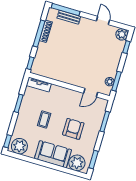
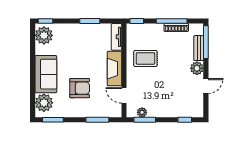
plant: (122, 34) -> (197, 68), moved
rug: (64, 65) -> (145, 58), added
fireplace: (65, 94) -> (114, 69), added
coffee table: (44, 120) -> (80, 54), removed

